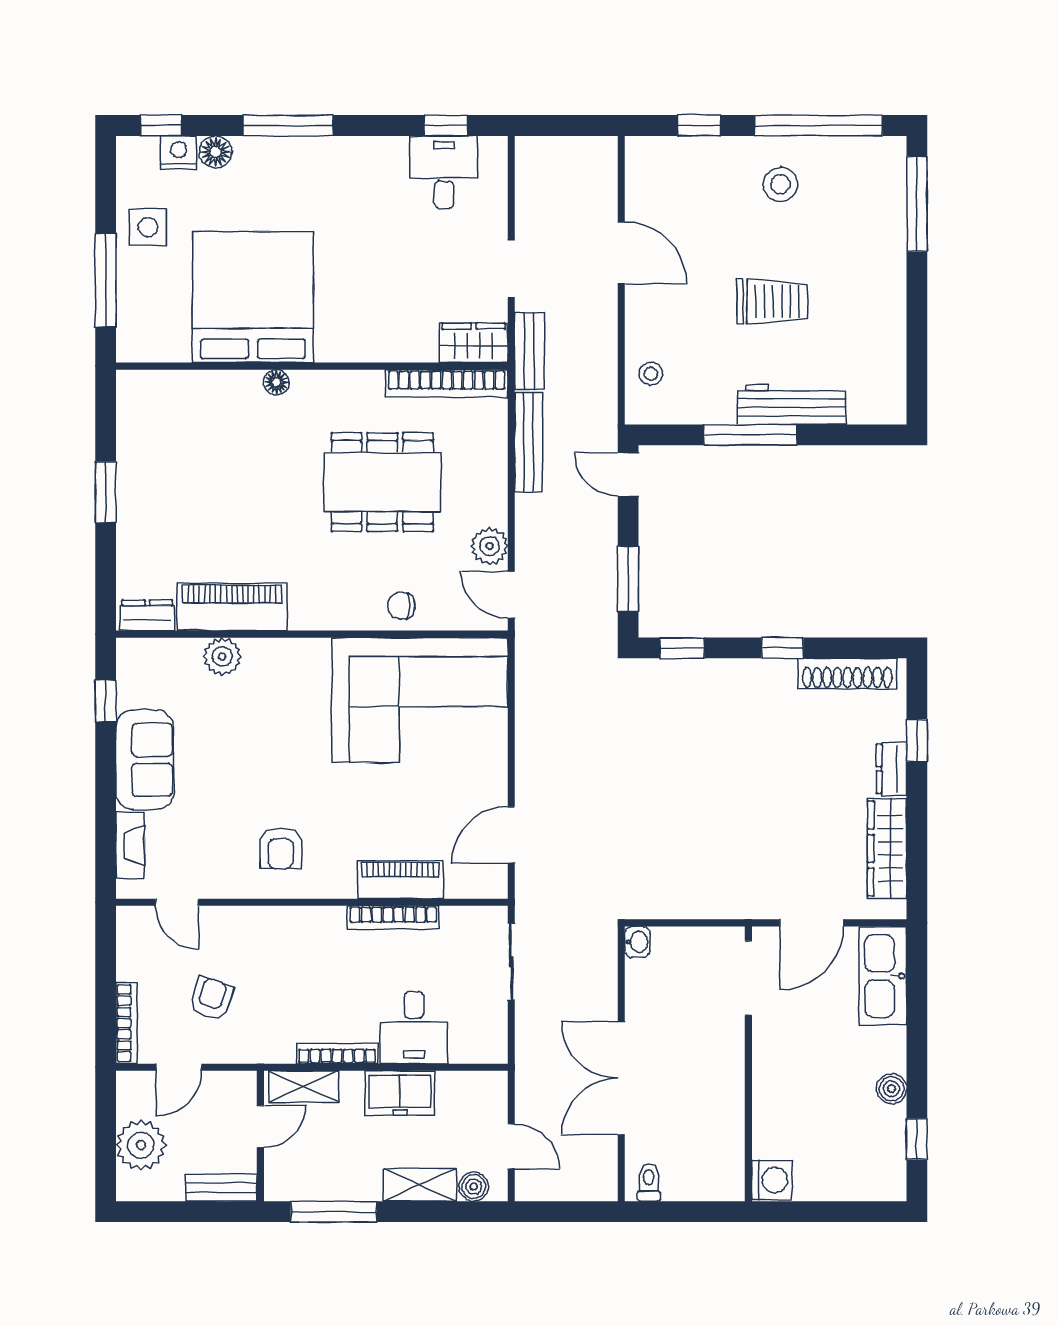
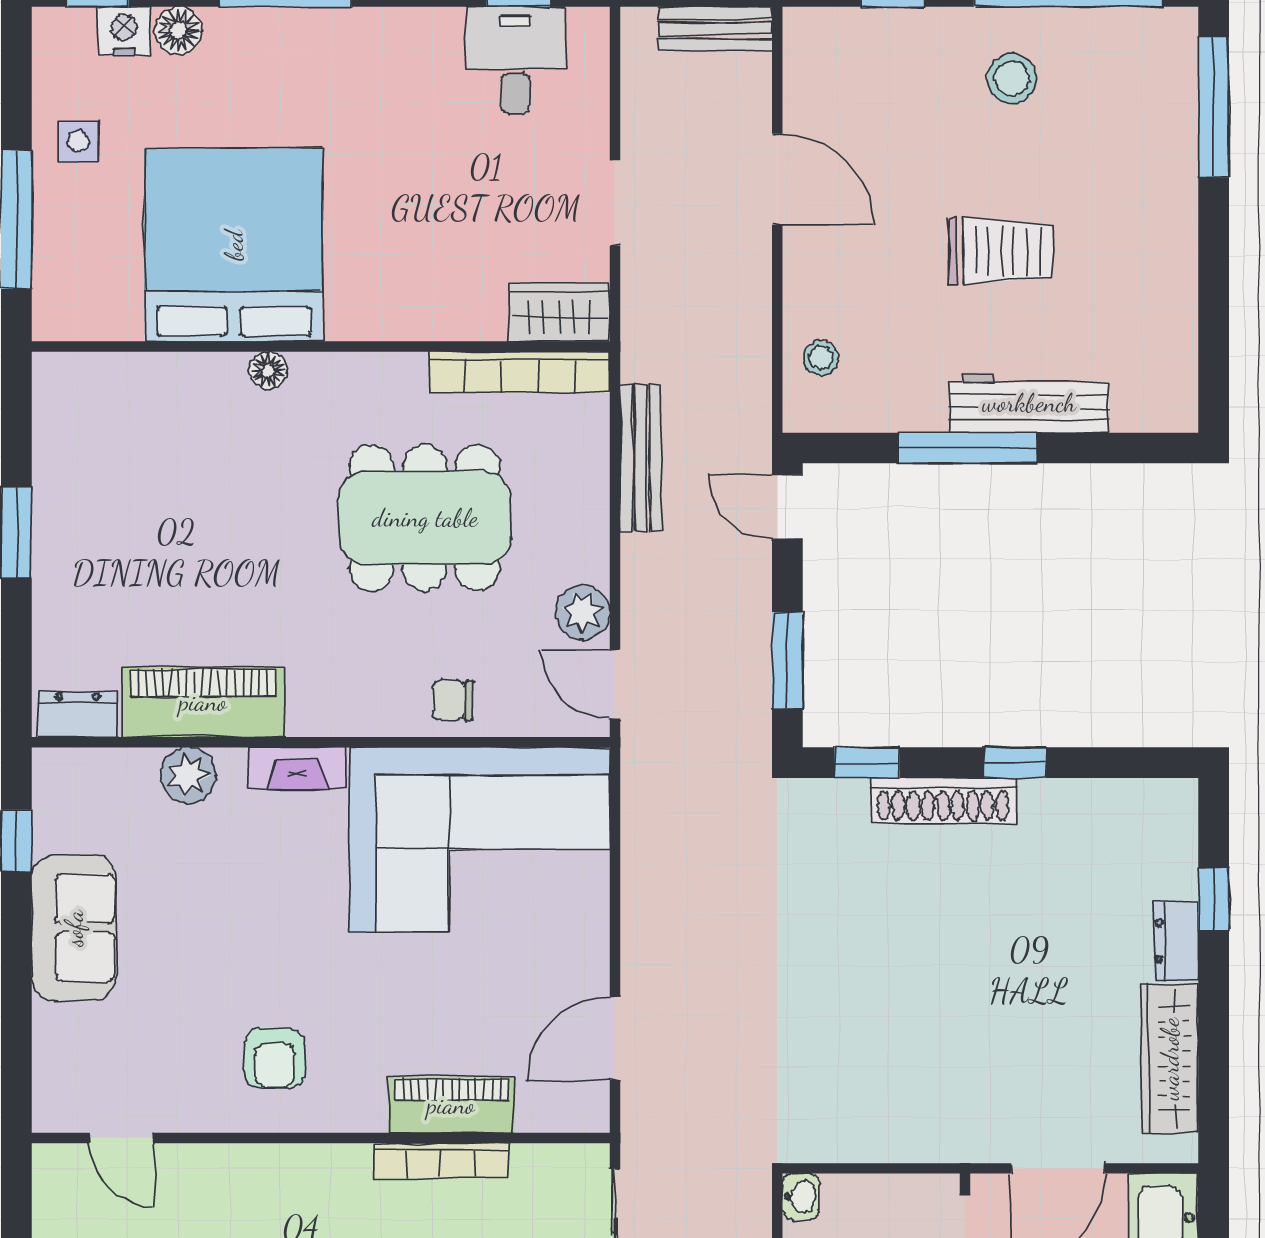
side table: (148, 227) -> (79, 141), width x0.73, depth x0.73
bench: (529, 351) -> (715, 28), moved, turned 90
shoe rack: (847, 673) -> (943, 800), moved
fireplace: (130, 845) -> (297, 768), moved, turned 90

